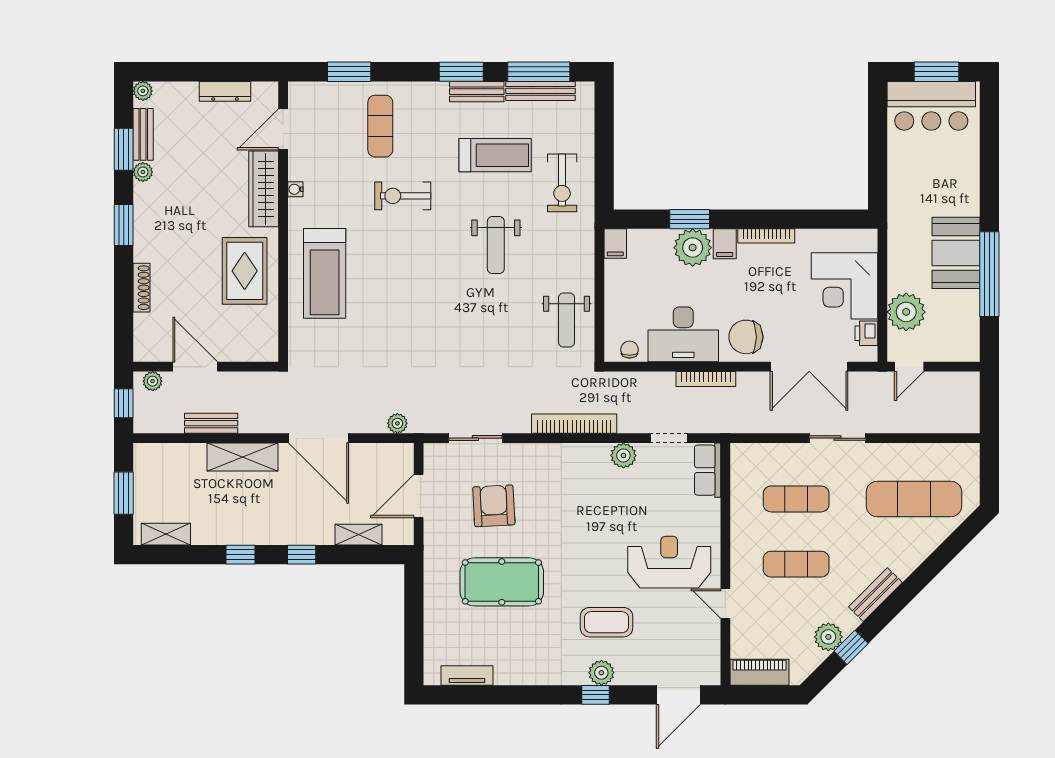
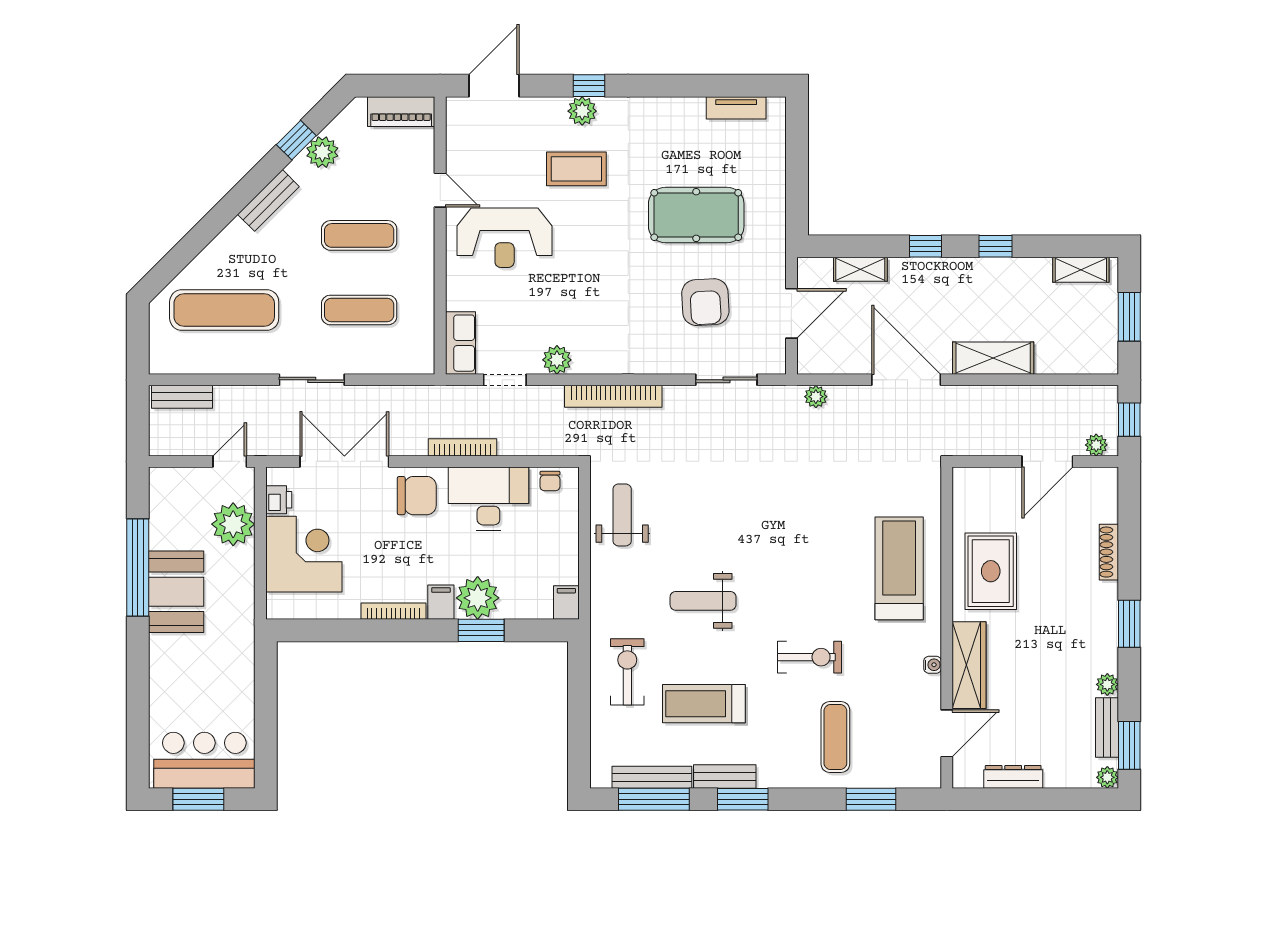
window: (124, 149) -> (1129, 745), moved
weight bench: (496, 245) -> (703, 601), turned -90
door: (195, 367) -> (1047, 461), hinge flipped
bench: (211, 423) -> (182, 397), moved

